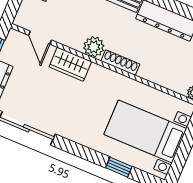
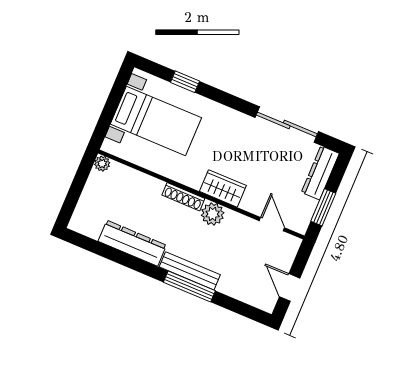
wardrobe: (70, 64) -> (223, 188), moved

